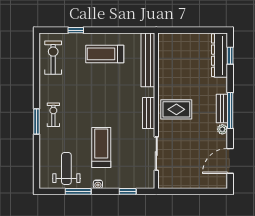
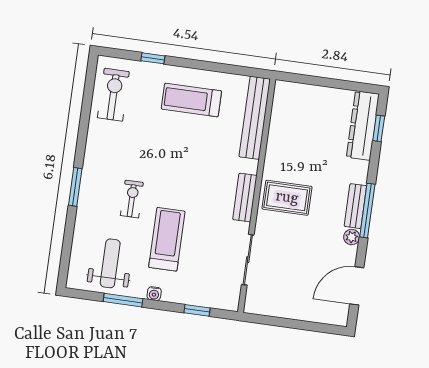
exercise bike: (53, 115) -> (132, 199), moved

